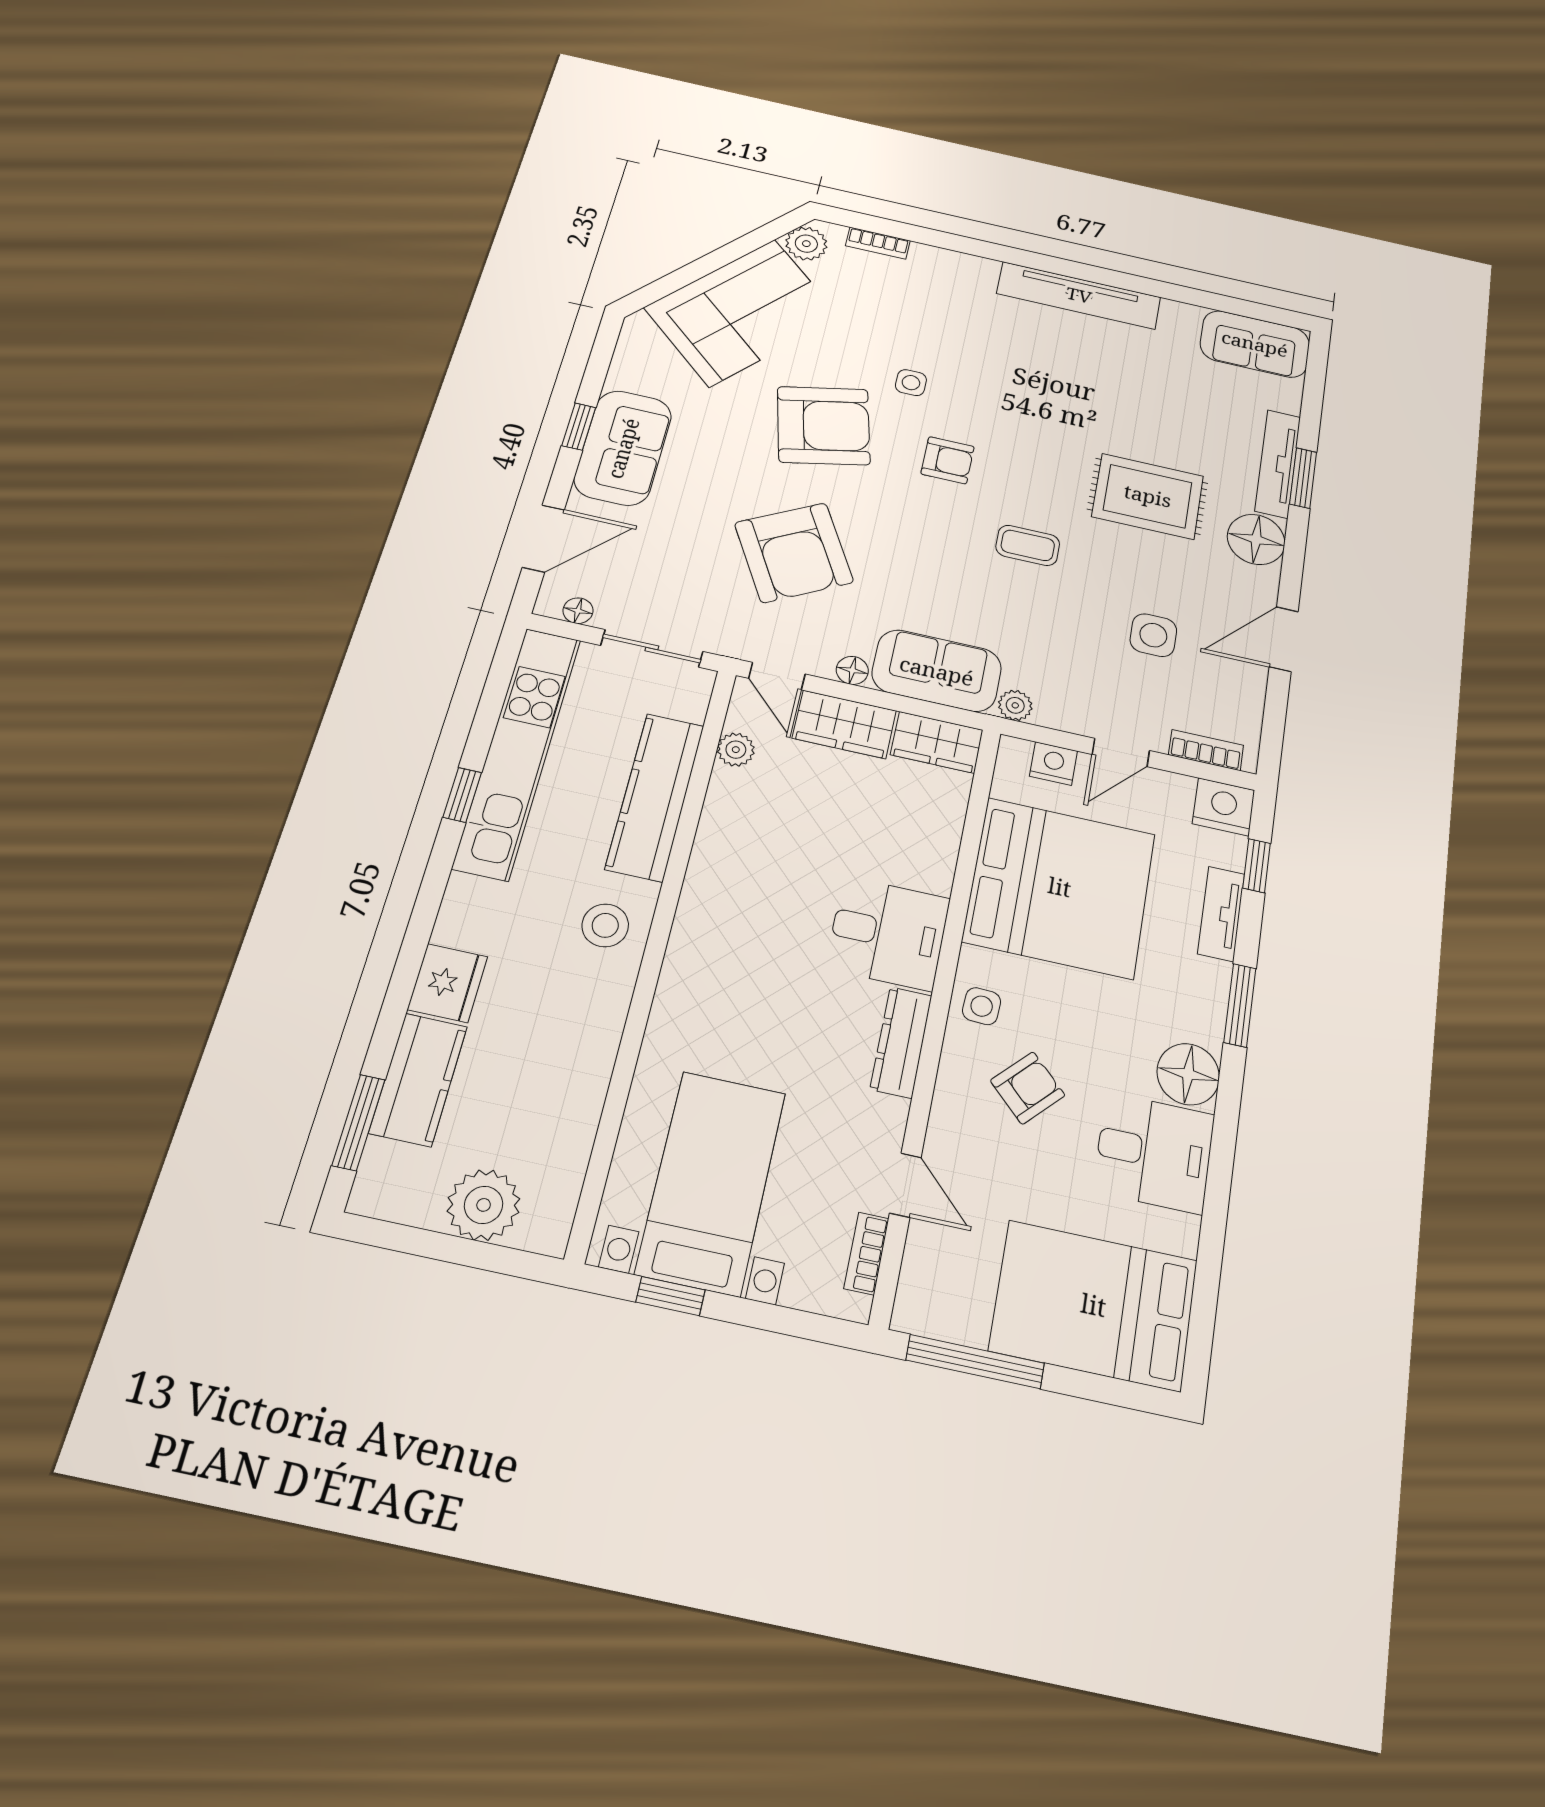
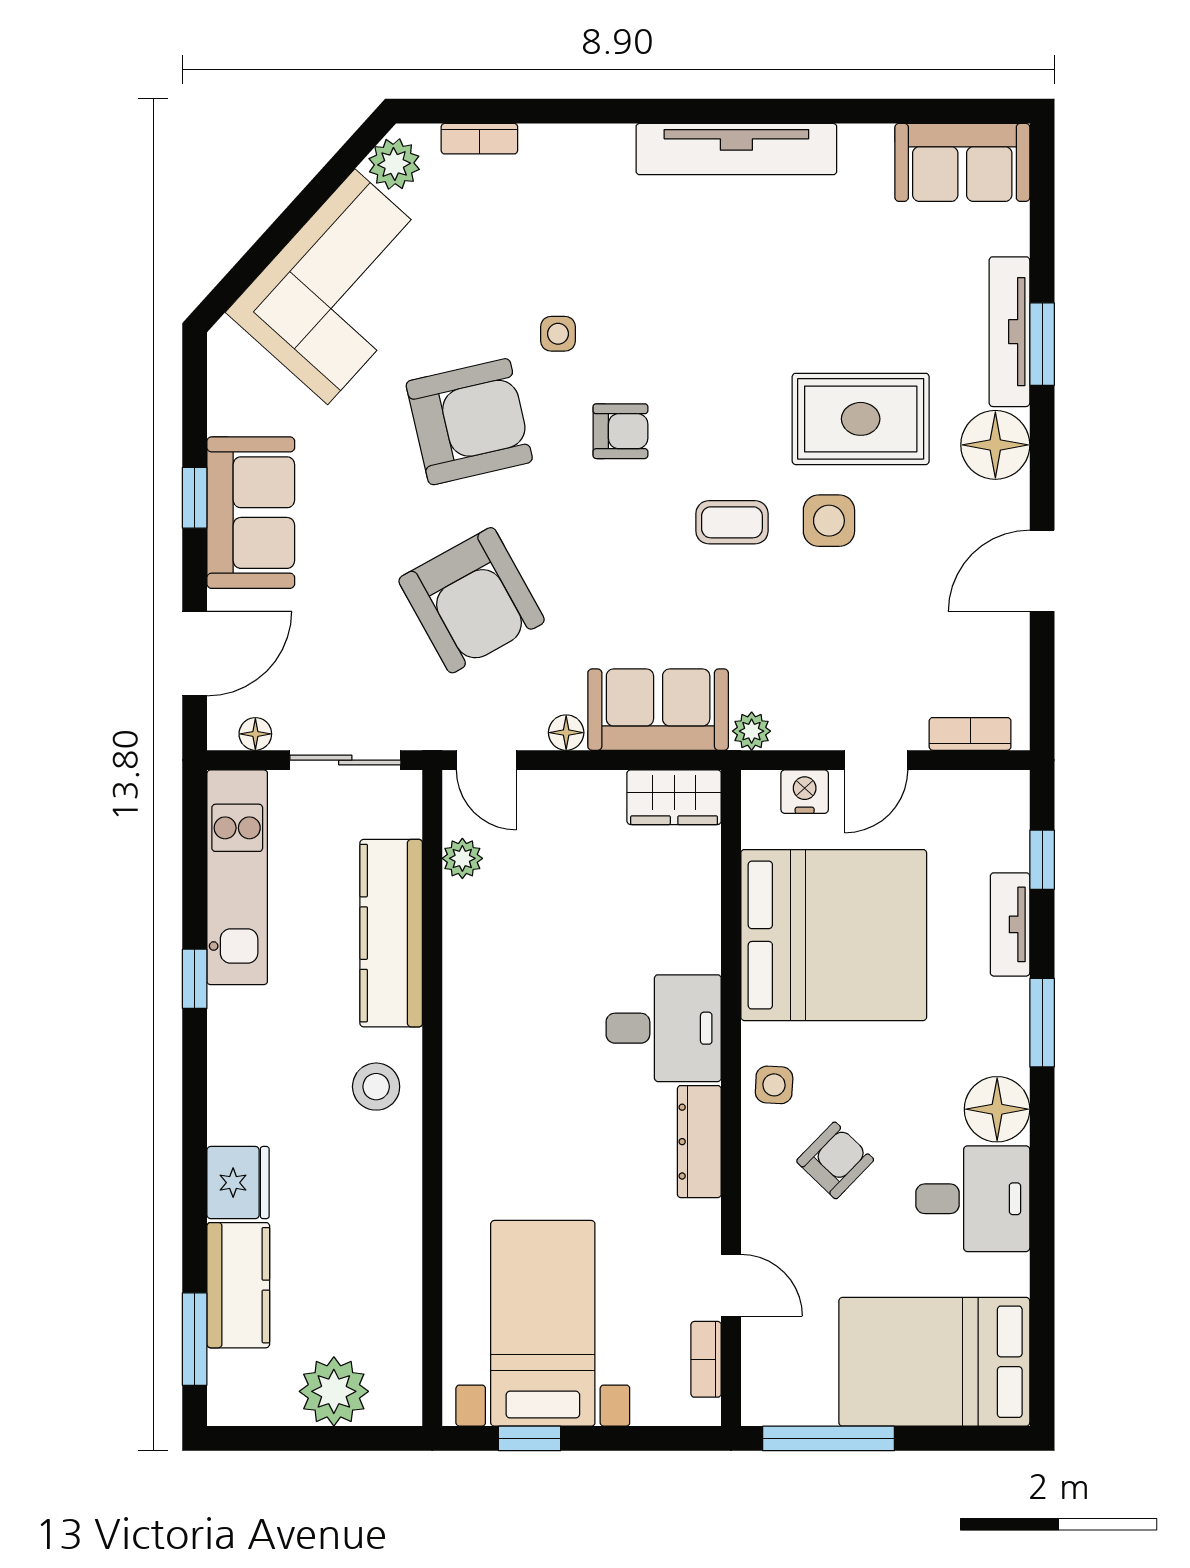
side table: (1153, 635) -> (829, 521), moved
wardrobe: (844, 724) -> (571, 800), removed
kitchen unit: (518, 752) -> (237, 877), width x0.73
nightstand: (1224, 807) -> (998, 798), removed

